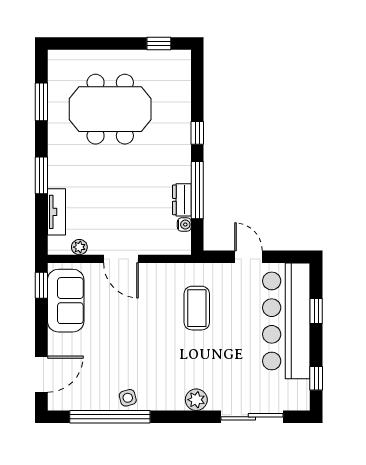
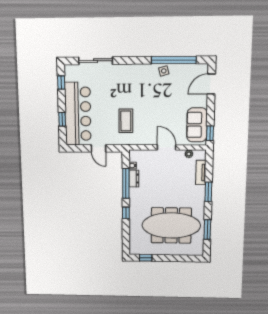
meeting table: (110, 109) -> (171, 225), width x1.36
plant: (196, 400) -> (126, 70), removed

